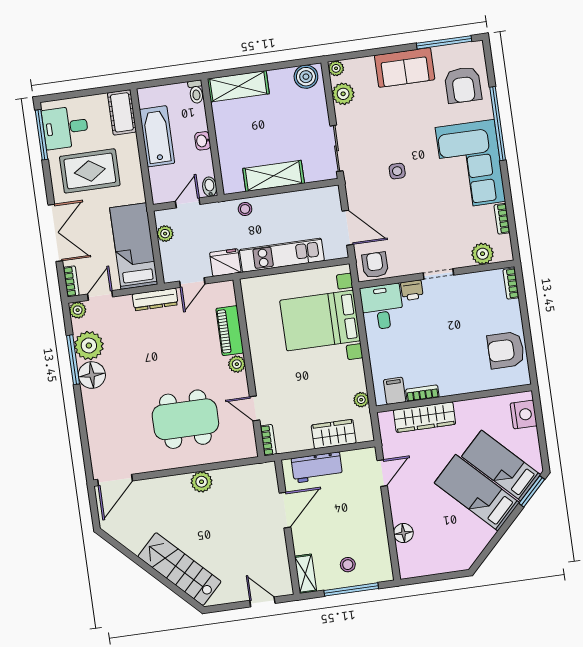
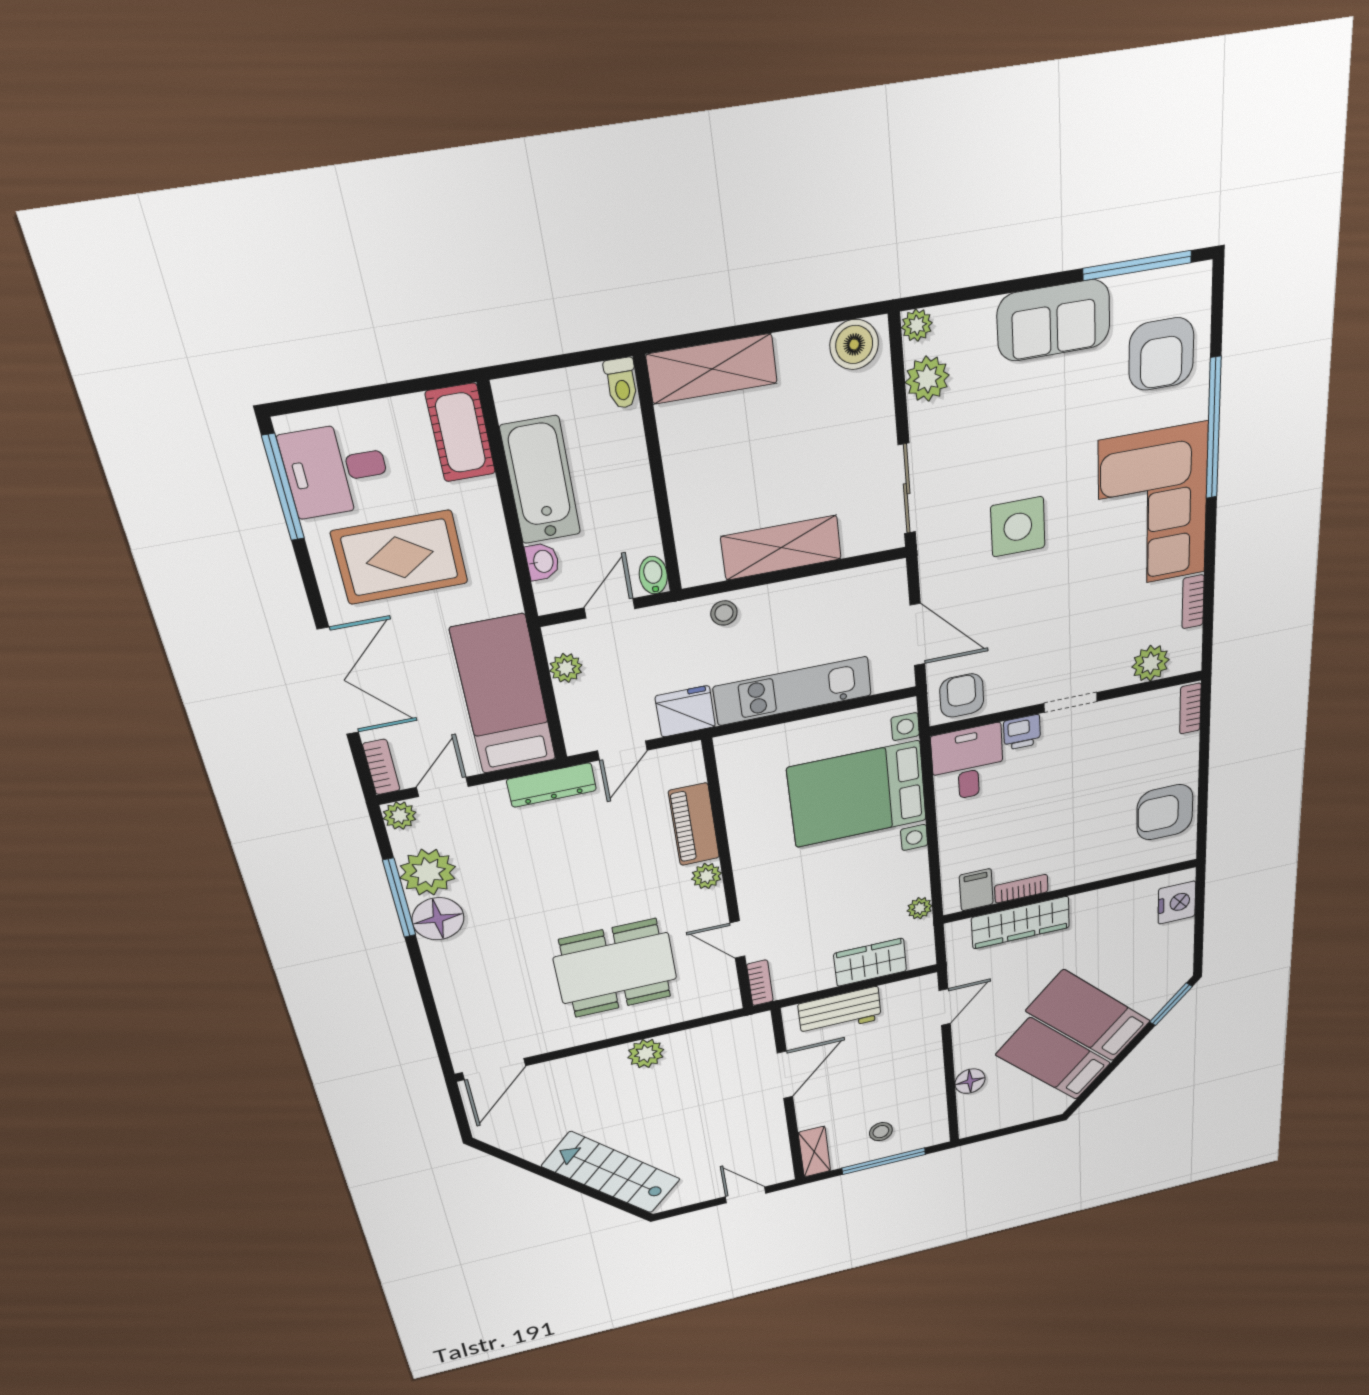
washbasin: (203, 141) -> (542, 562), moved, turned 180
side table: (397, 171) -> (1018, 527), width x1.87, depth x1.87
bed: (501, 466) -> (1053, 1059), moved

